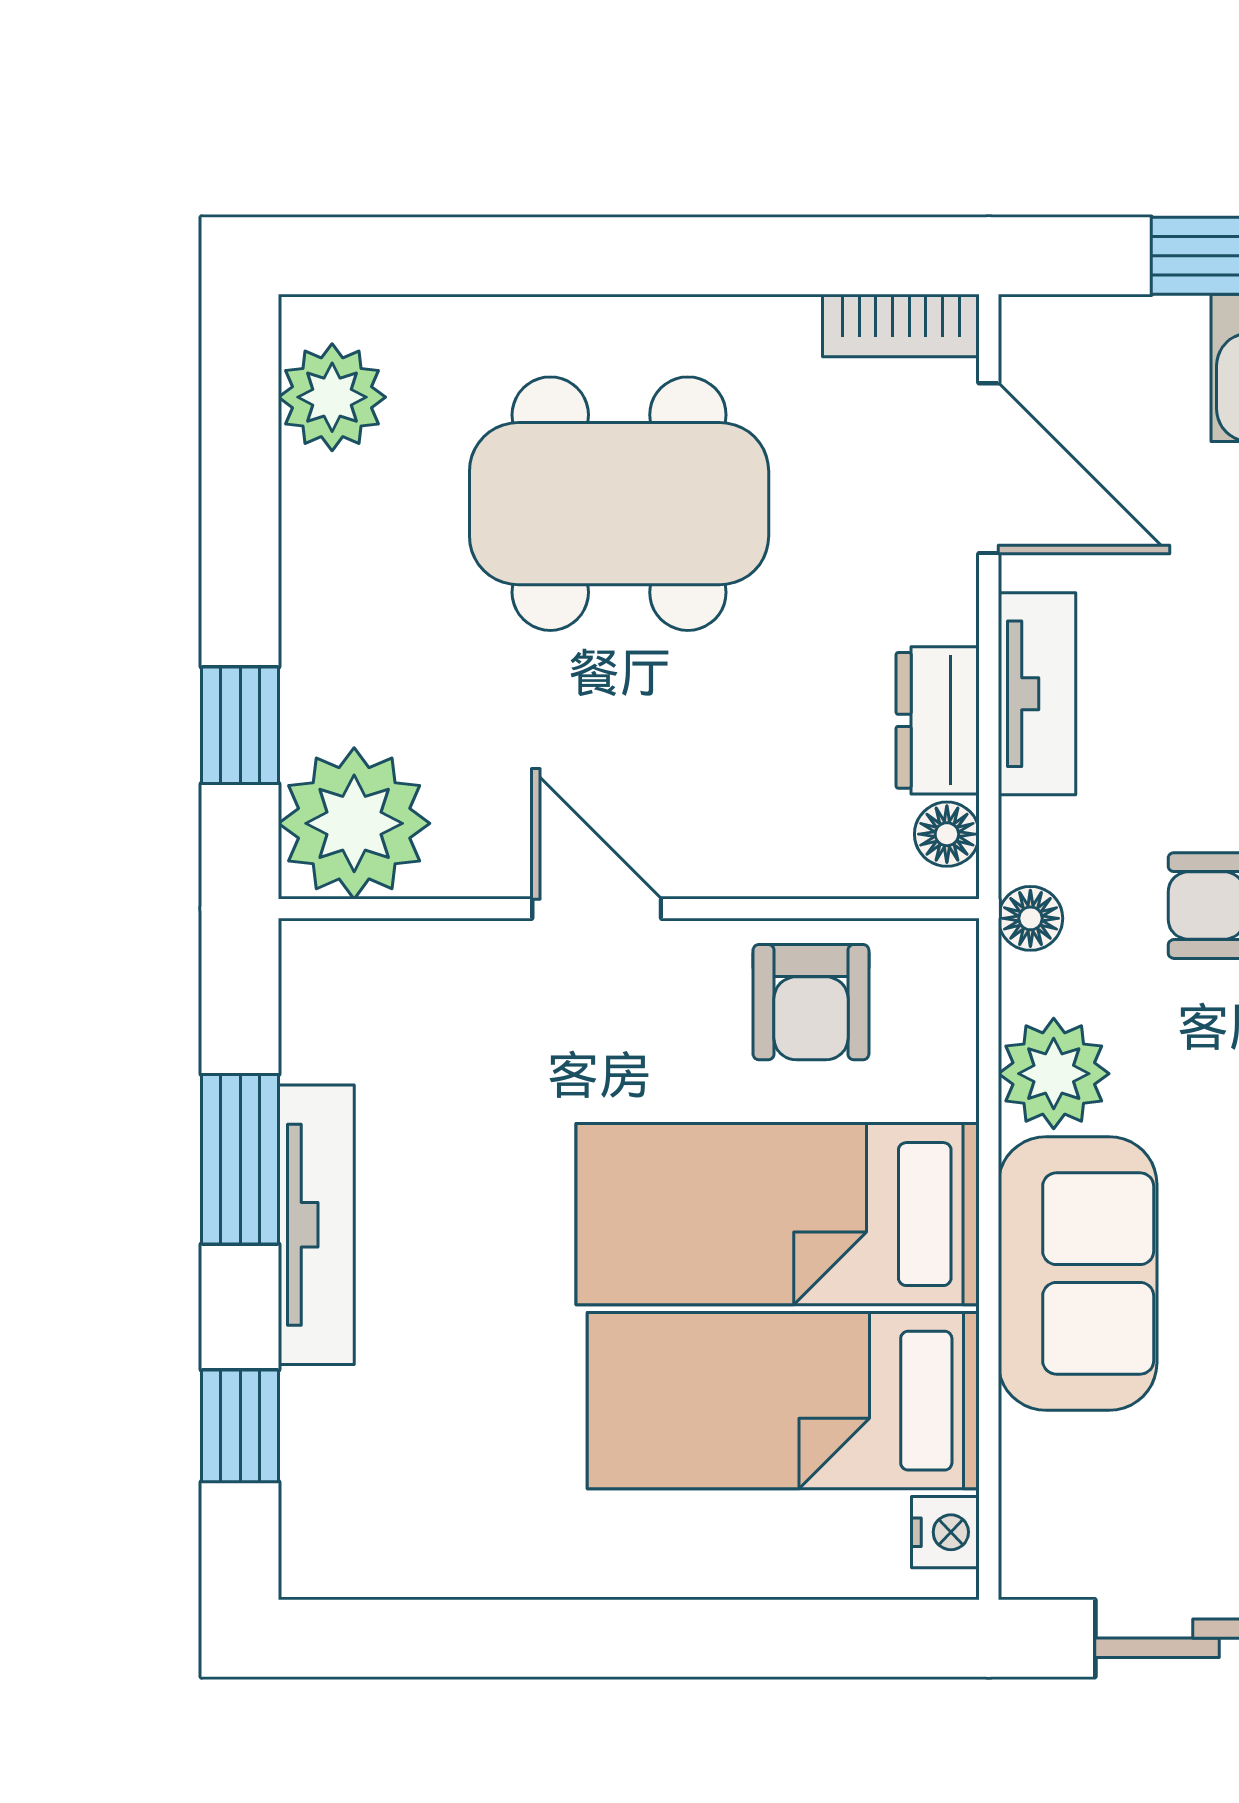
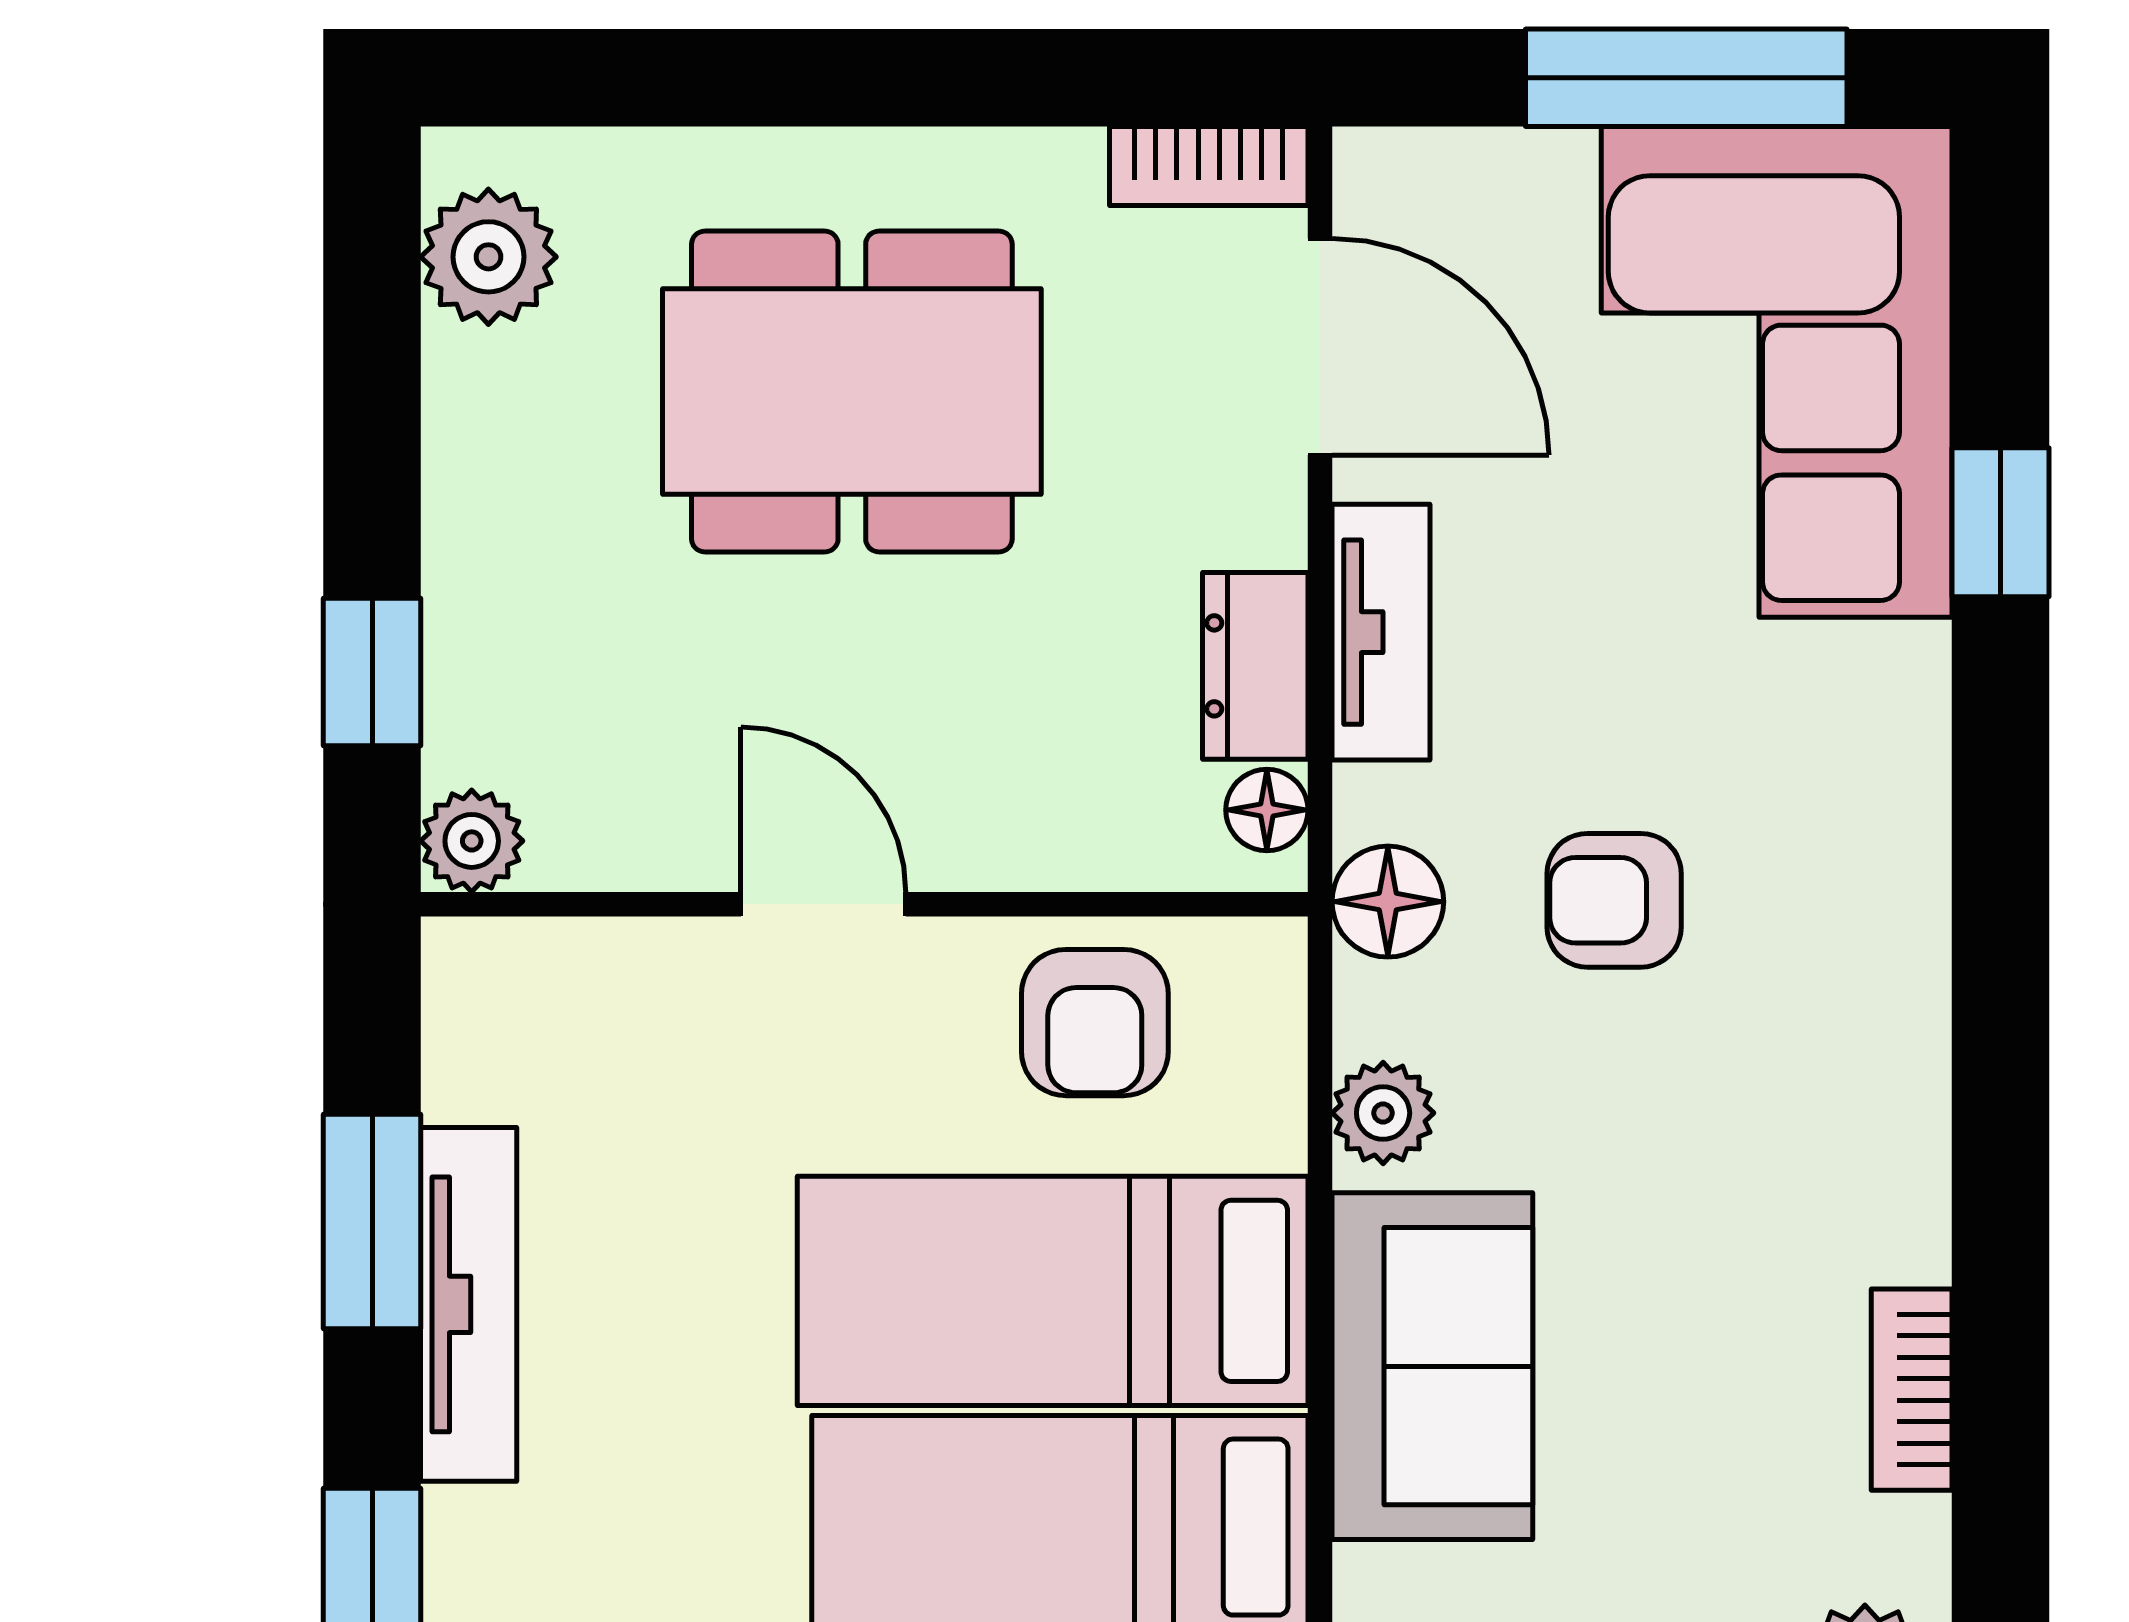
plant: (354, 823) -> (472, 841), width x0.53, depth x0.53
floor lamp: (1030, 918) -> (1388, 902), width x1.37, depth x1.37
plant: (1054, 1074) -> (1383, 1113), width x0.73, depth x0.73

